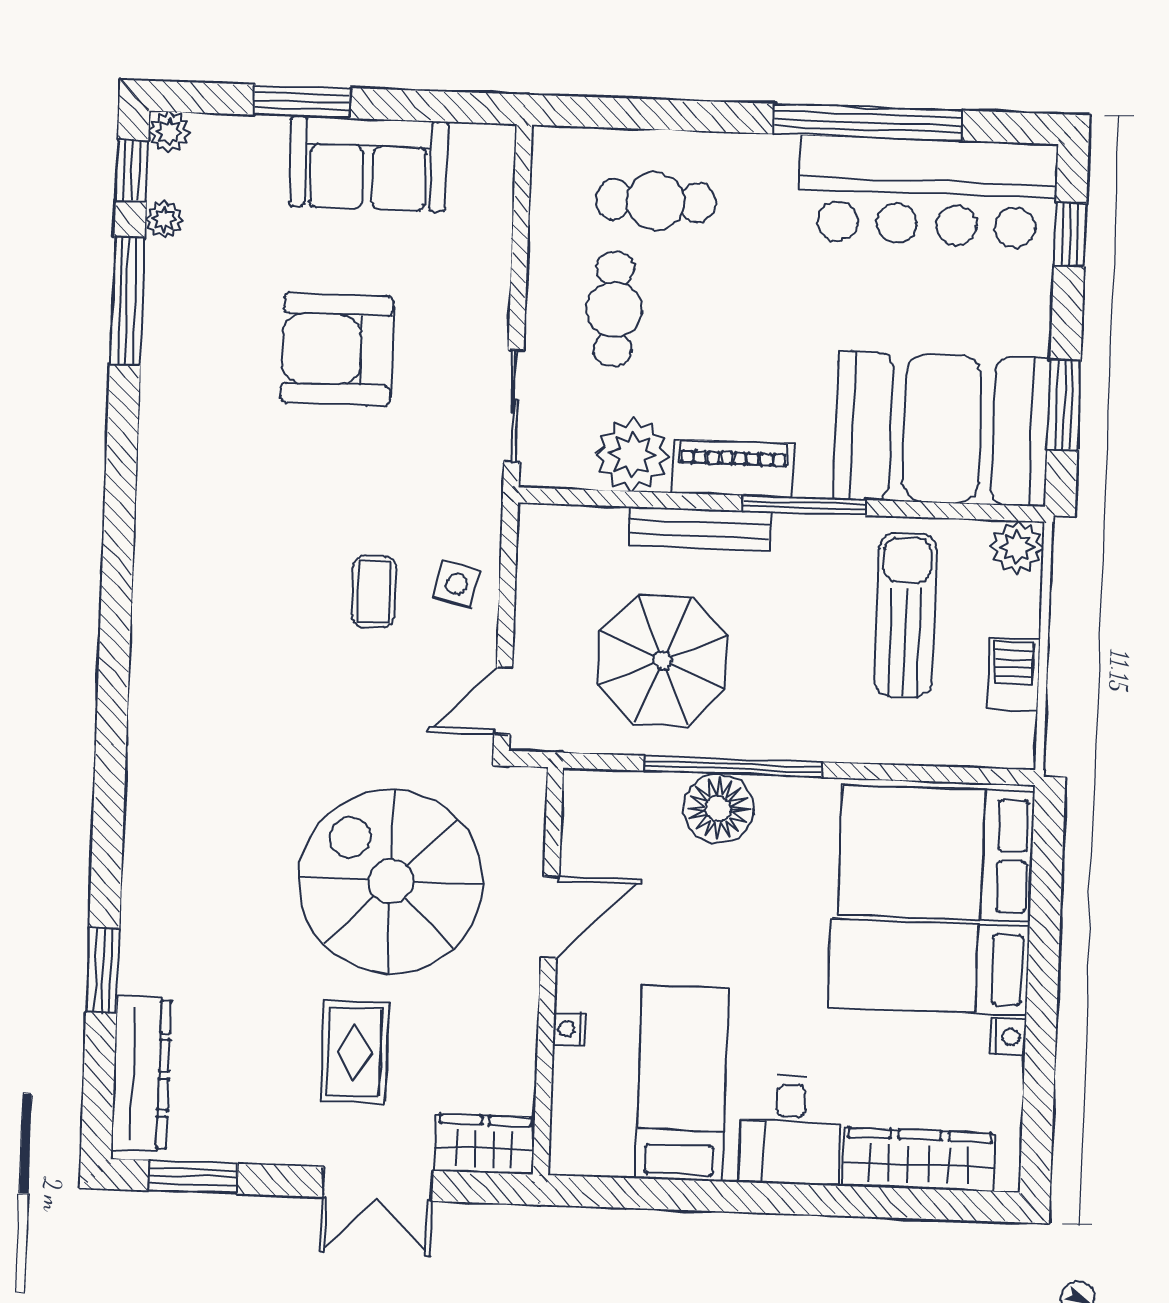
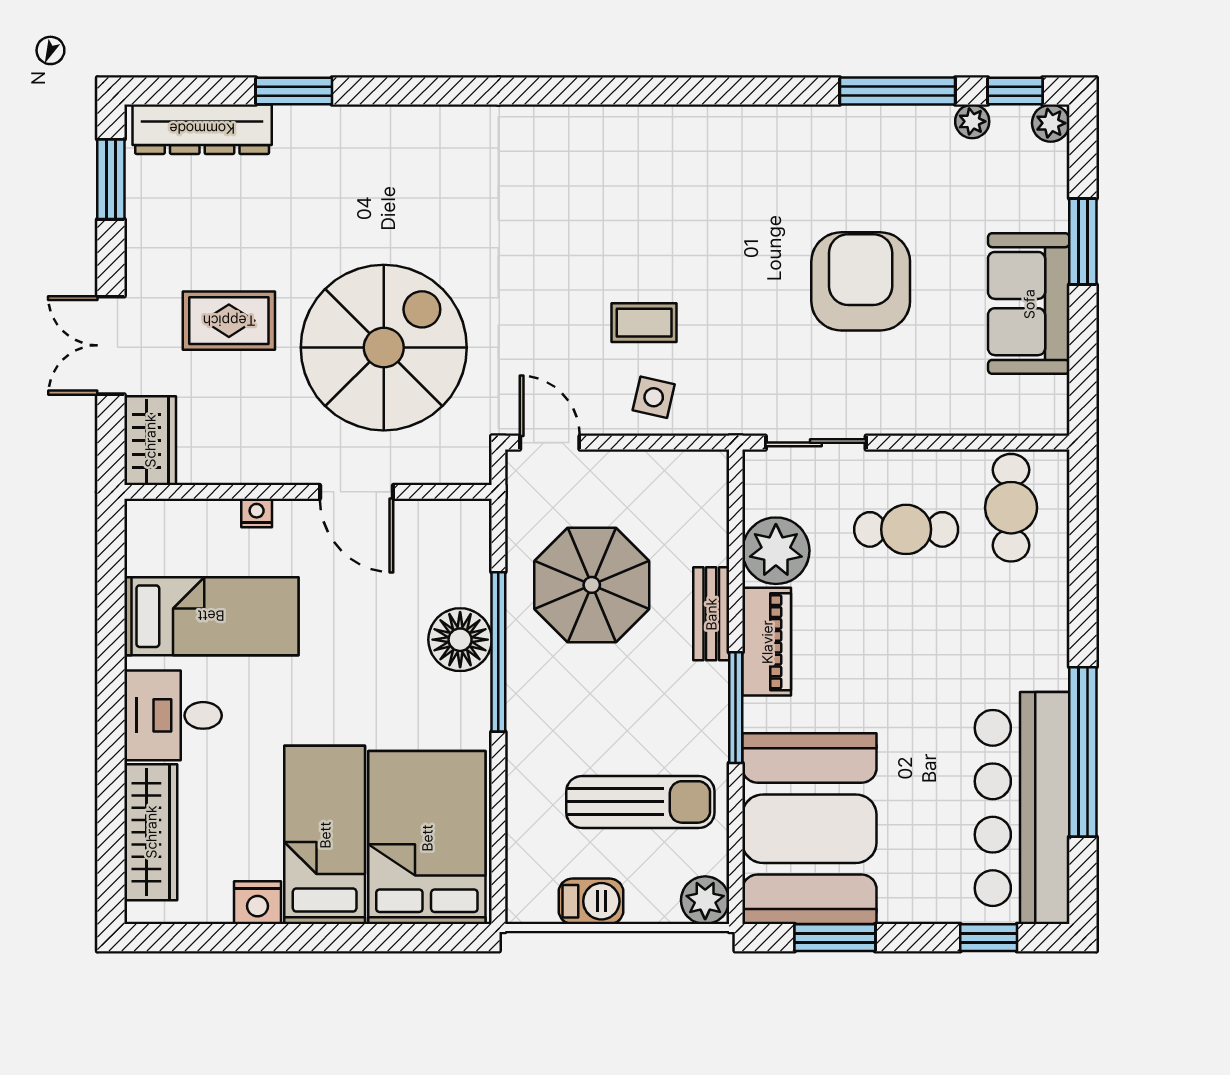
cafe table: (656, 201) -> (1011, 508), moved
bench: (700, 529) -> (711, 614), width x0.73
nightstand: (1008, 1037) -> (258, 903), width x1.39, depth x1.35

